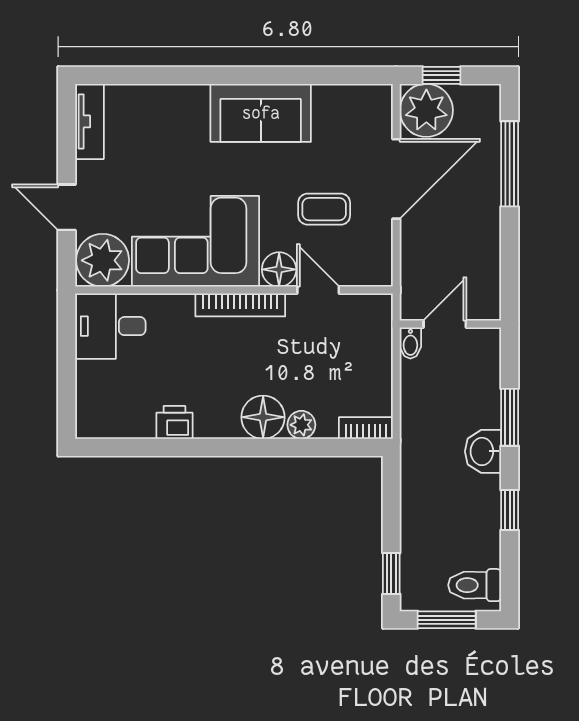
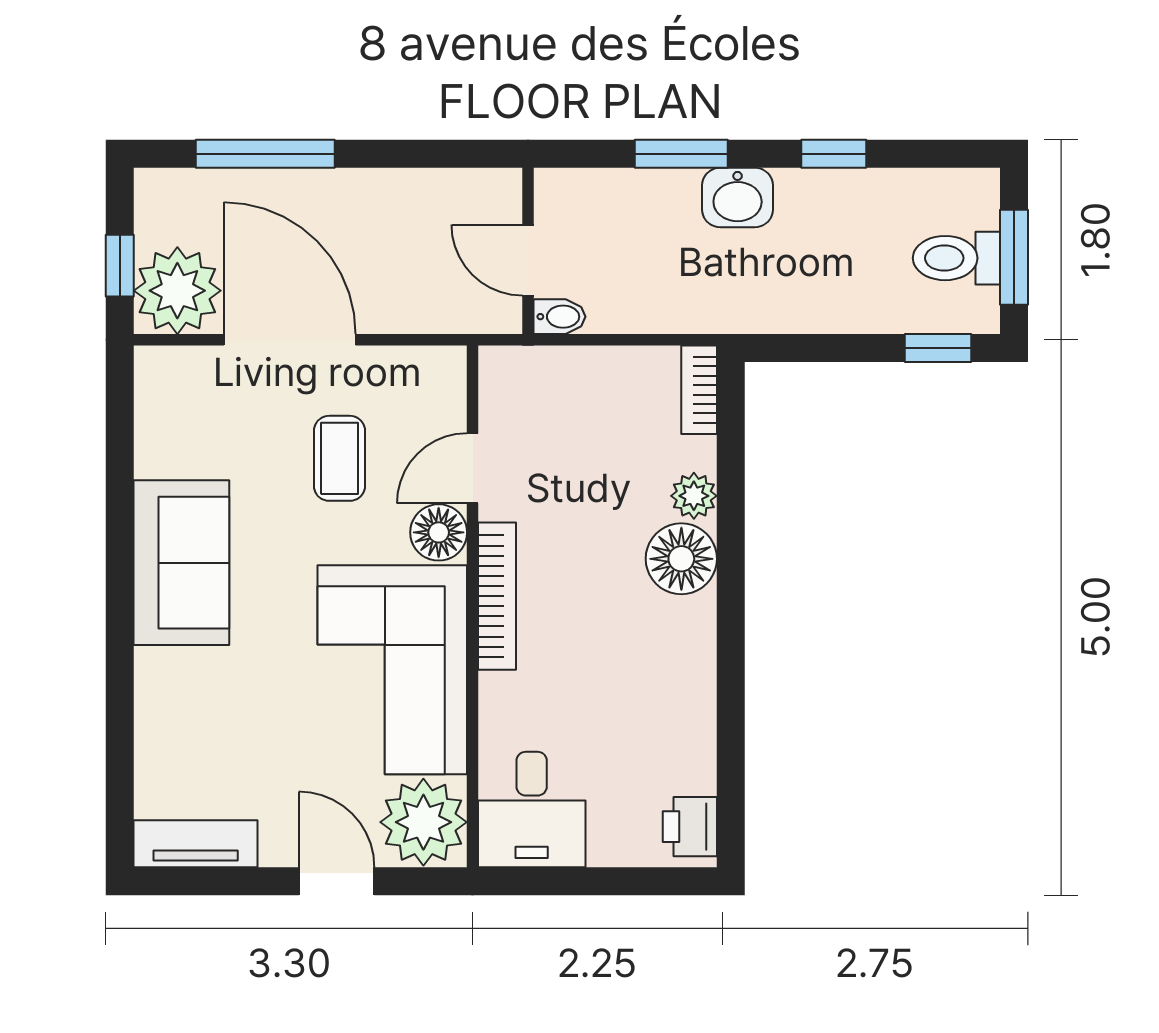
door: (67, 207) -> (337, 881), swing flipped
printer: (174, 422) -> (690, 827), moved
toilet: (475, 585) -> (956, 258), moved, turned 90

